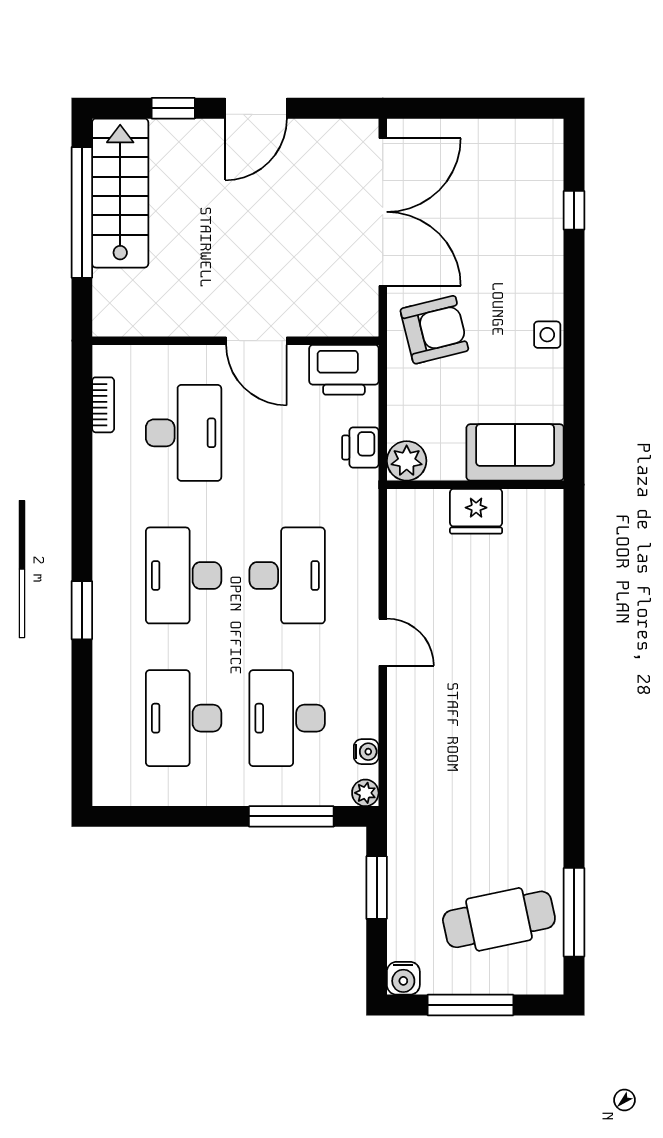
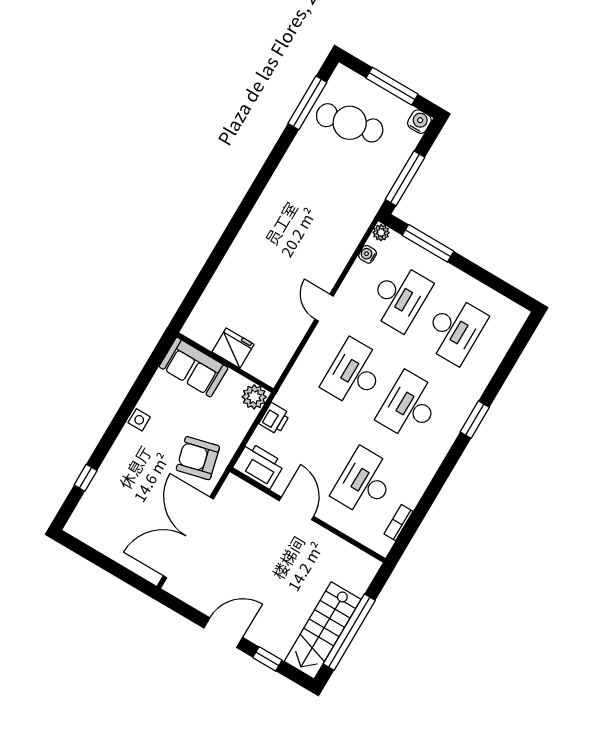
desk: (184, 575) -> (409, 406), turned 180
window: (377, 888) -> (405, 178), width x1.44

